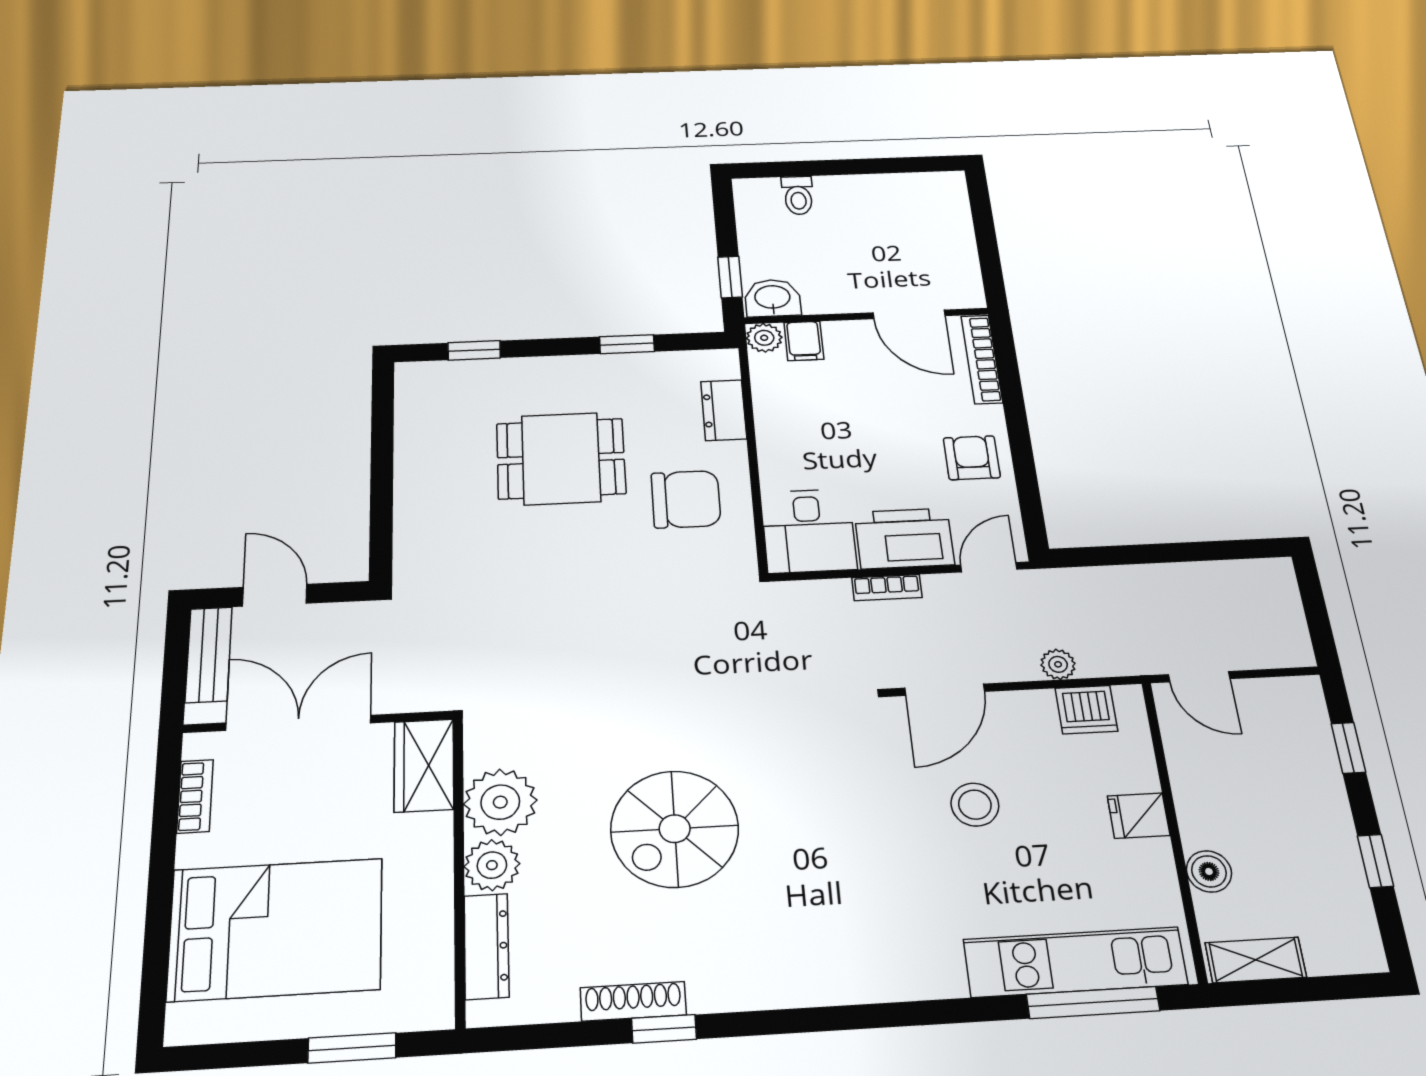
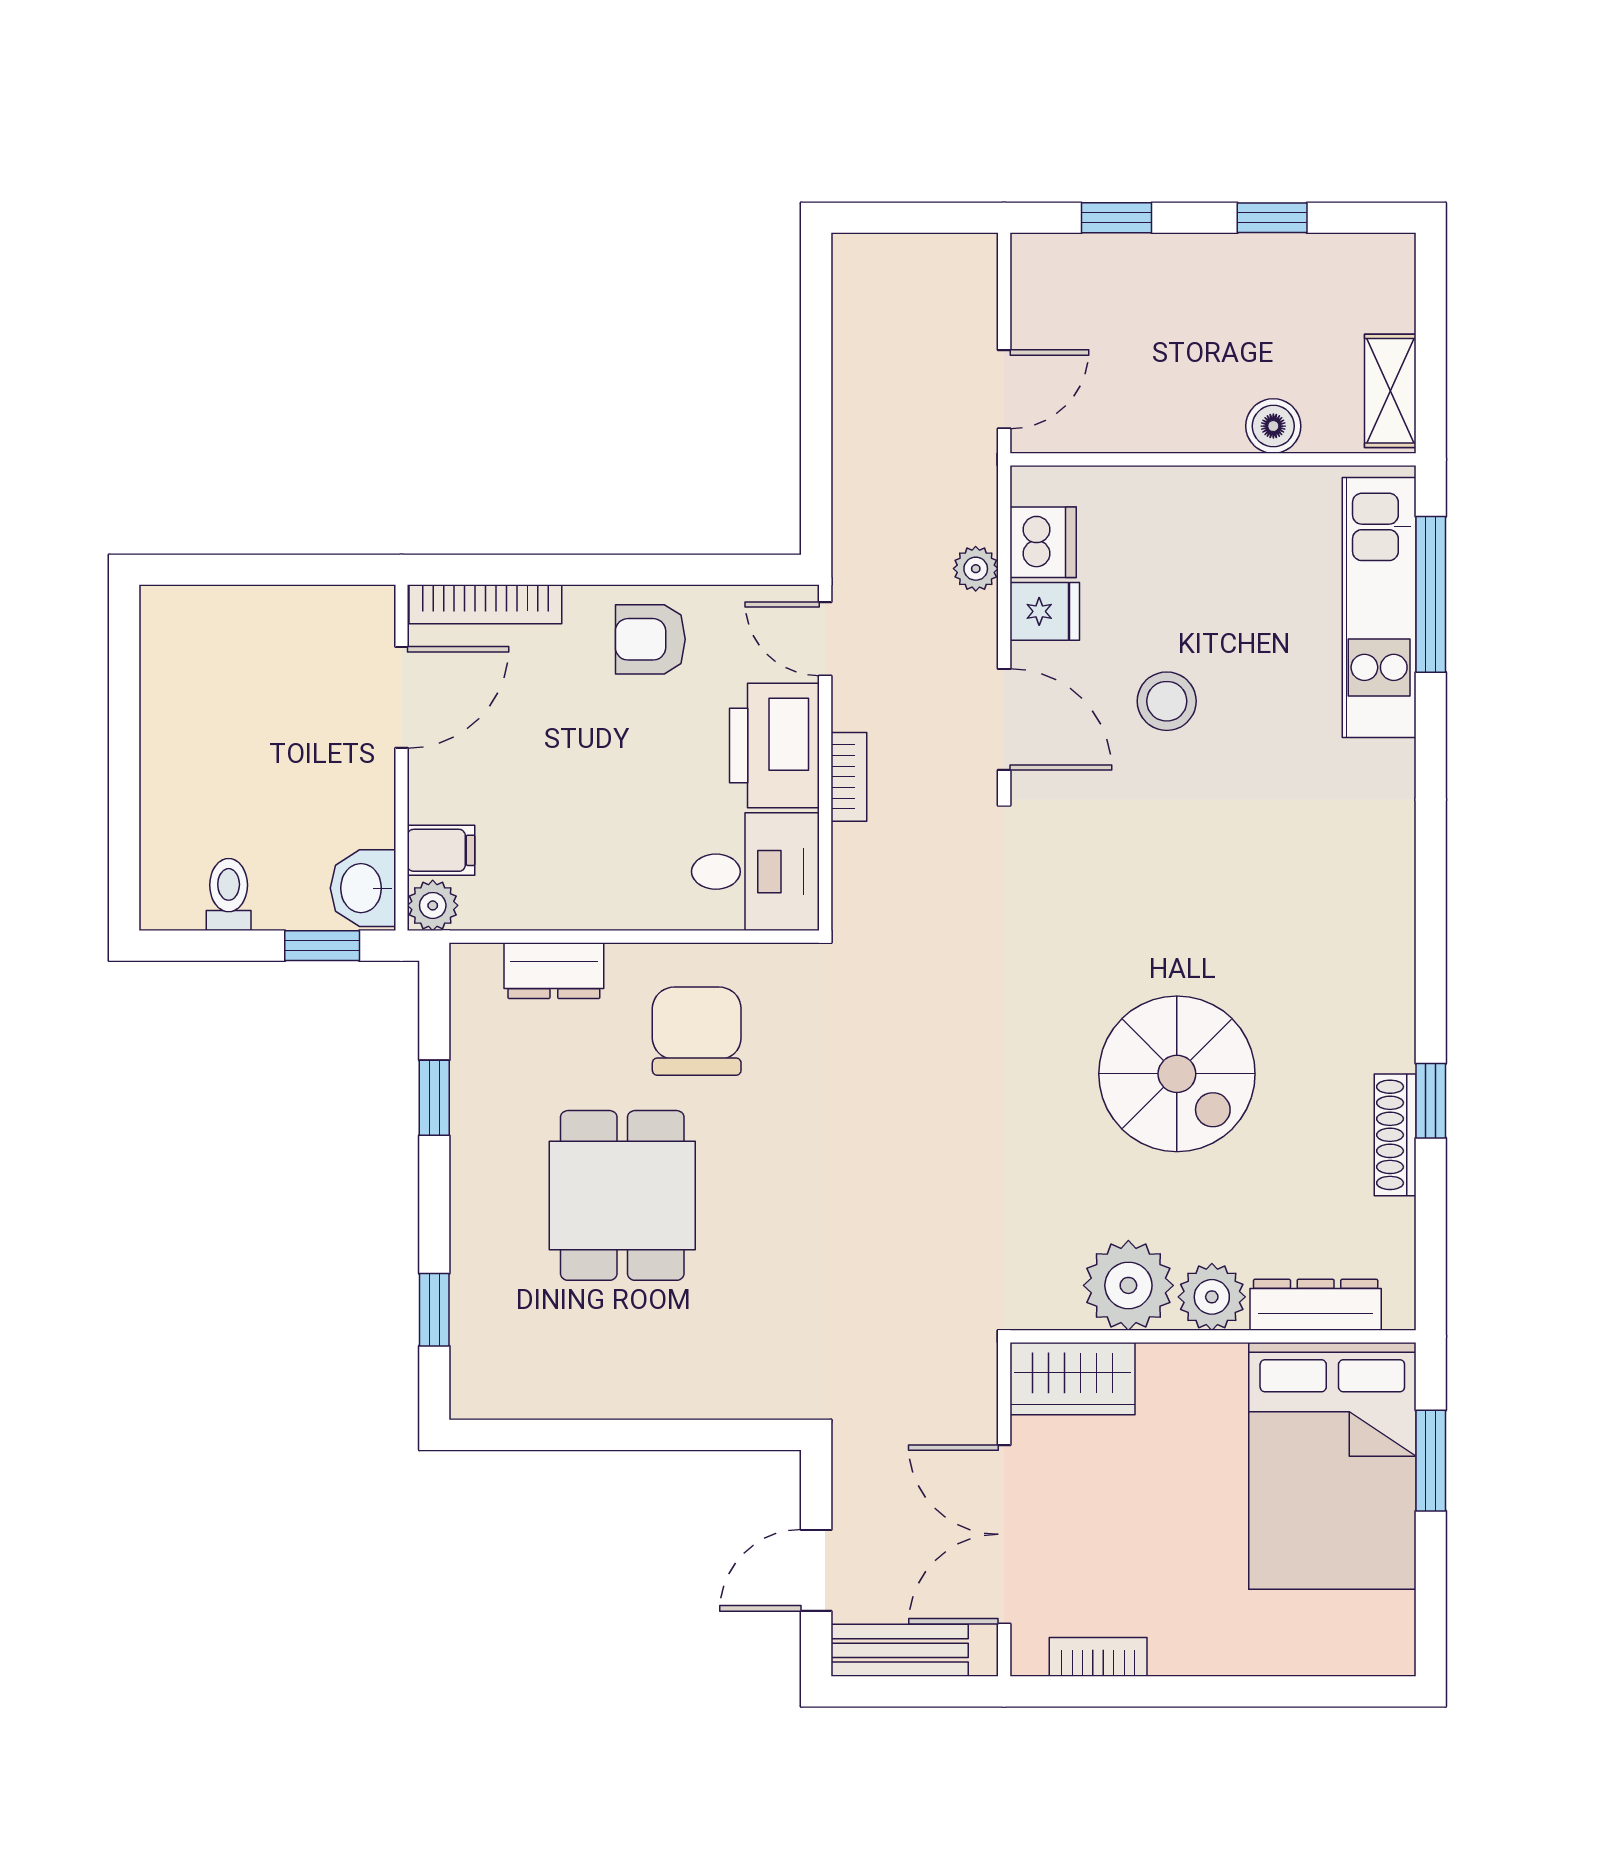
toilet: (798, 195) -> (229, 895), moved, turned -90
fridge: (1139, 816) -> (1045, 611), moved, turned -90
bed: (276, 929) -> (1332, 1466), moved, turned 180

